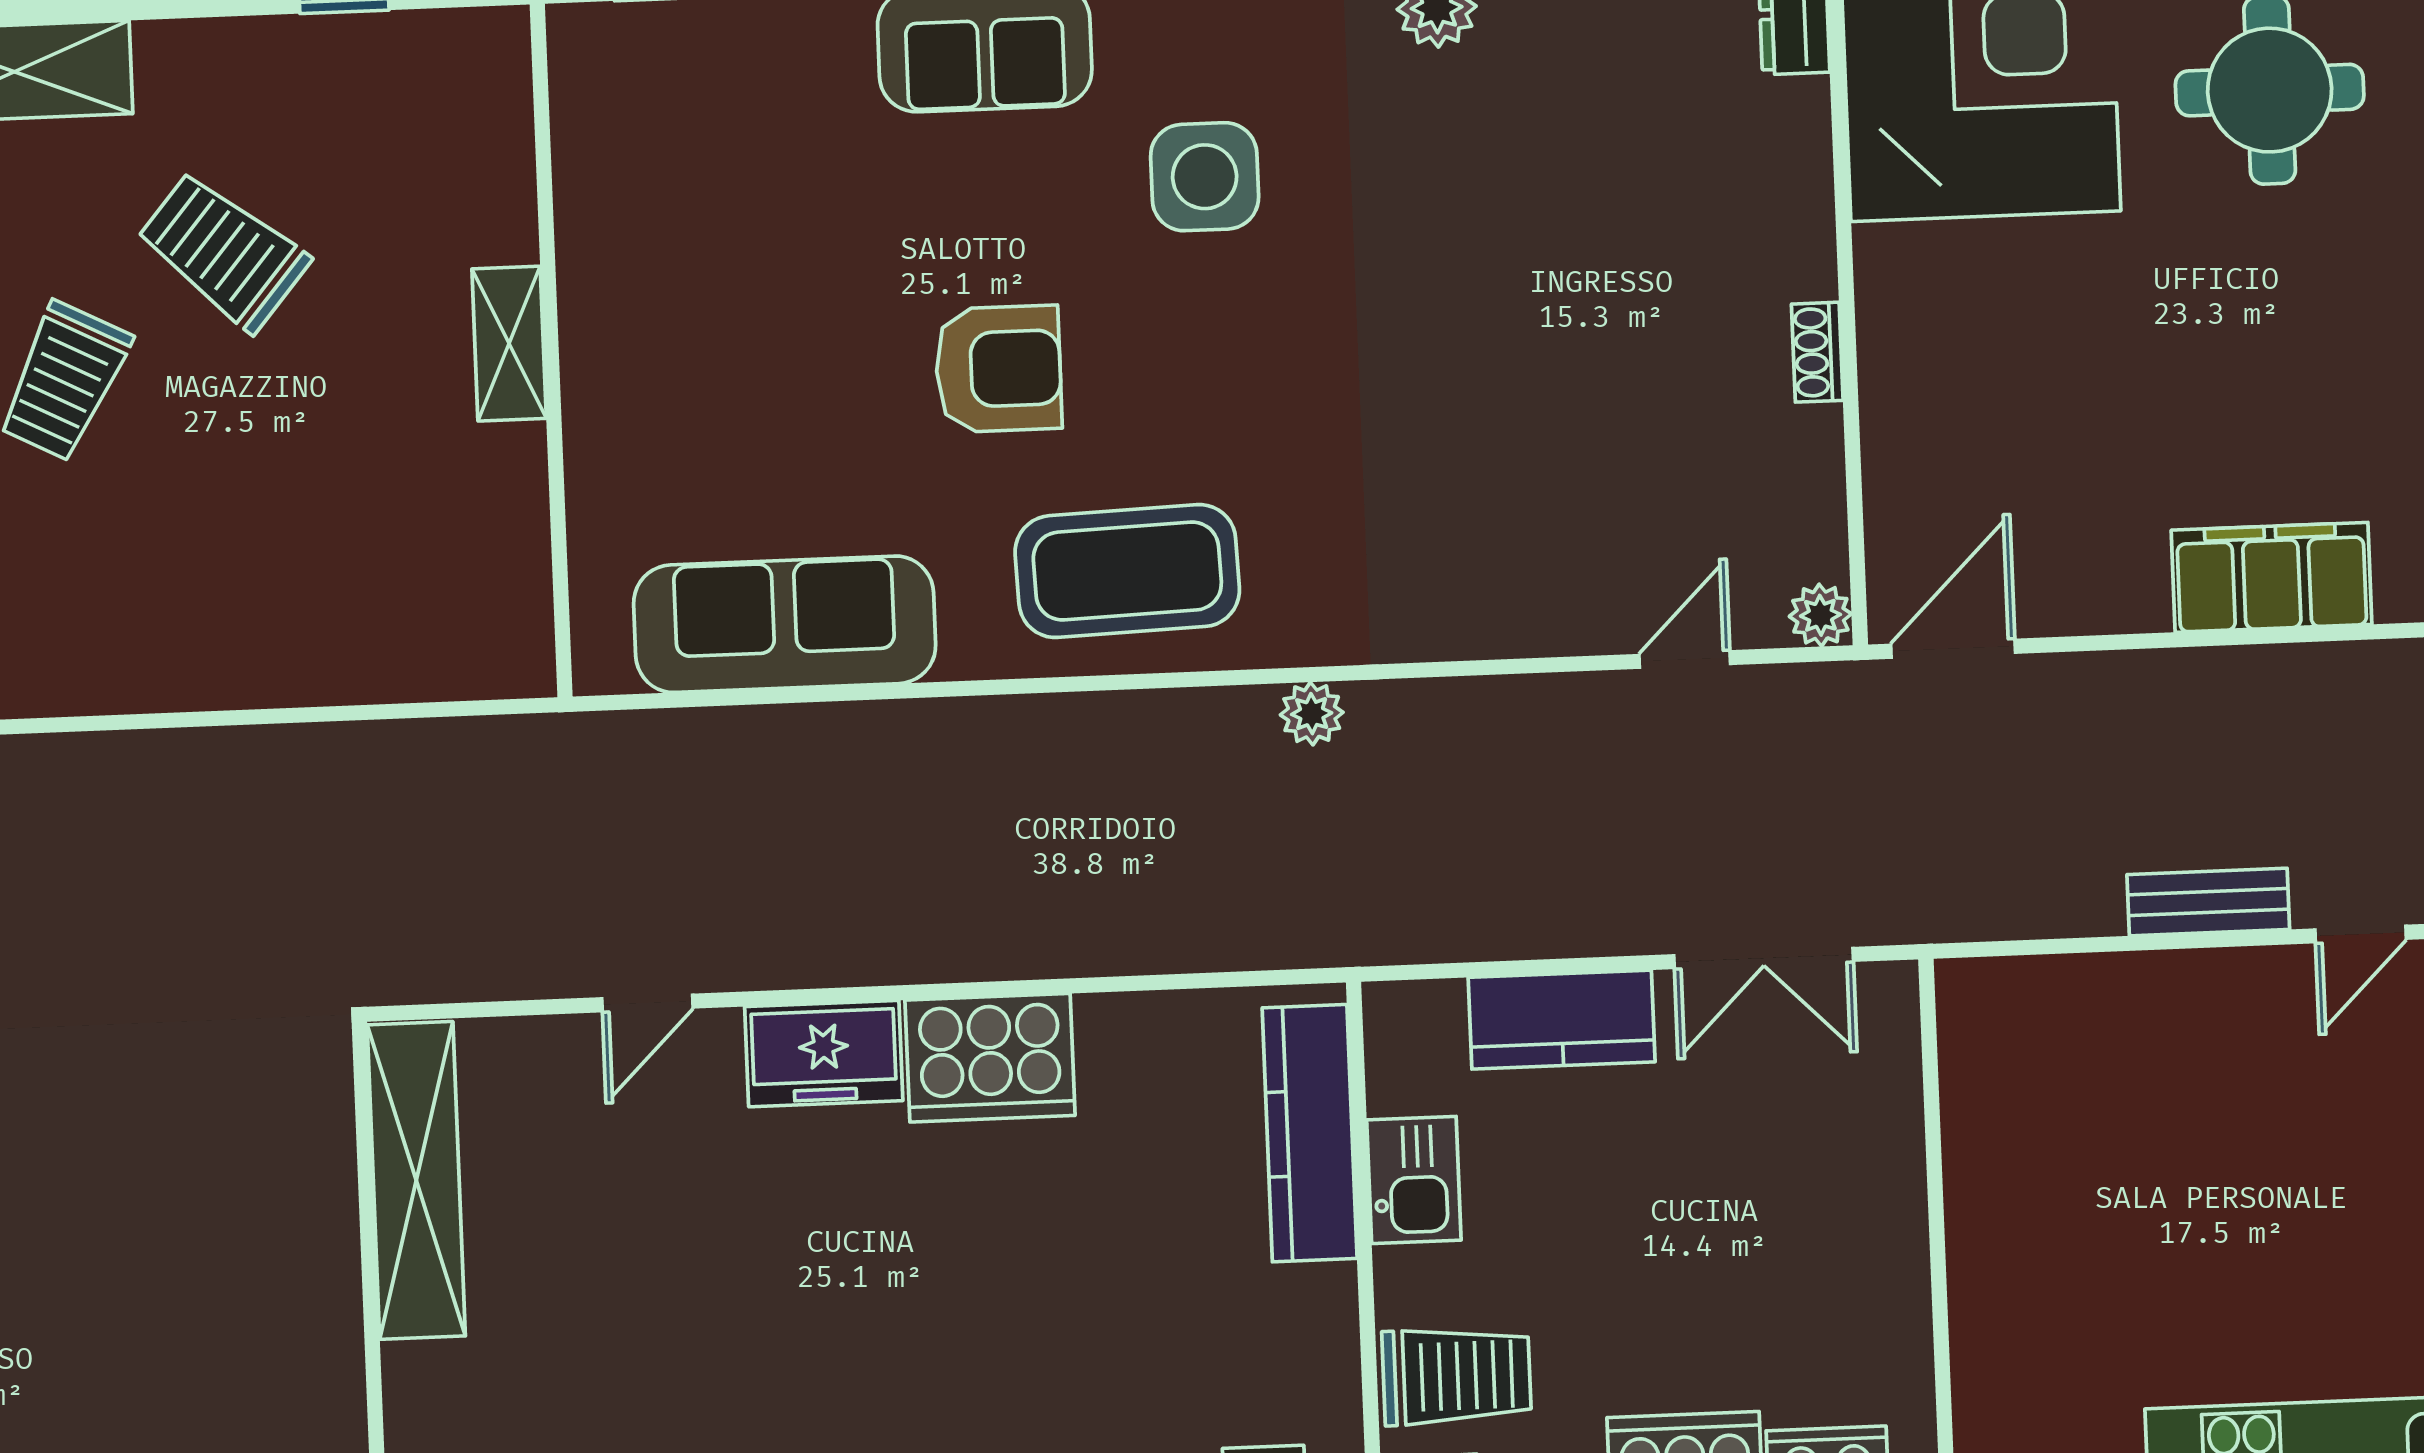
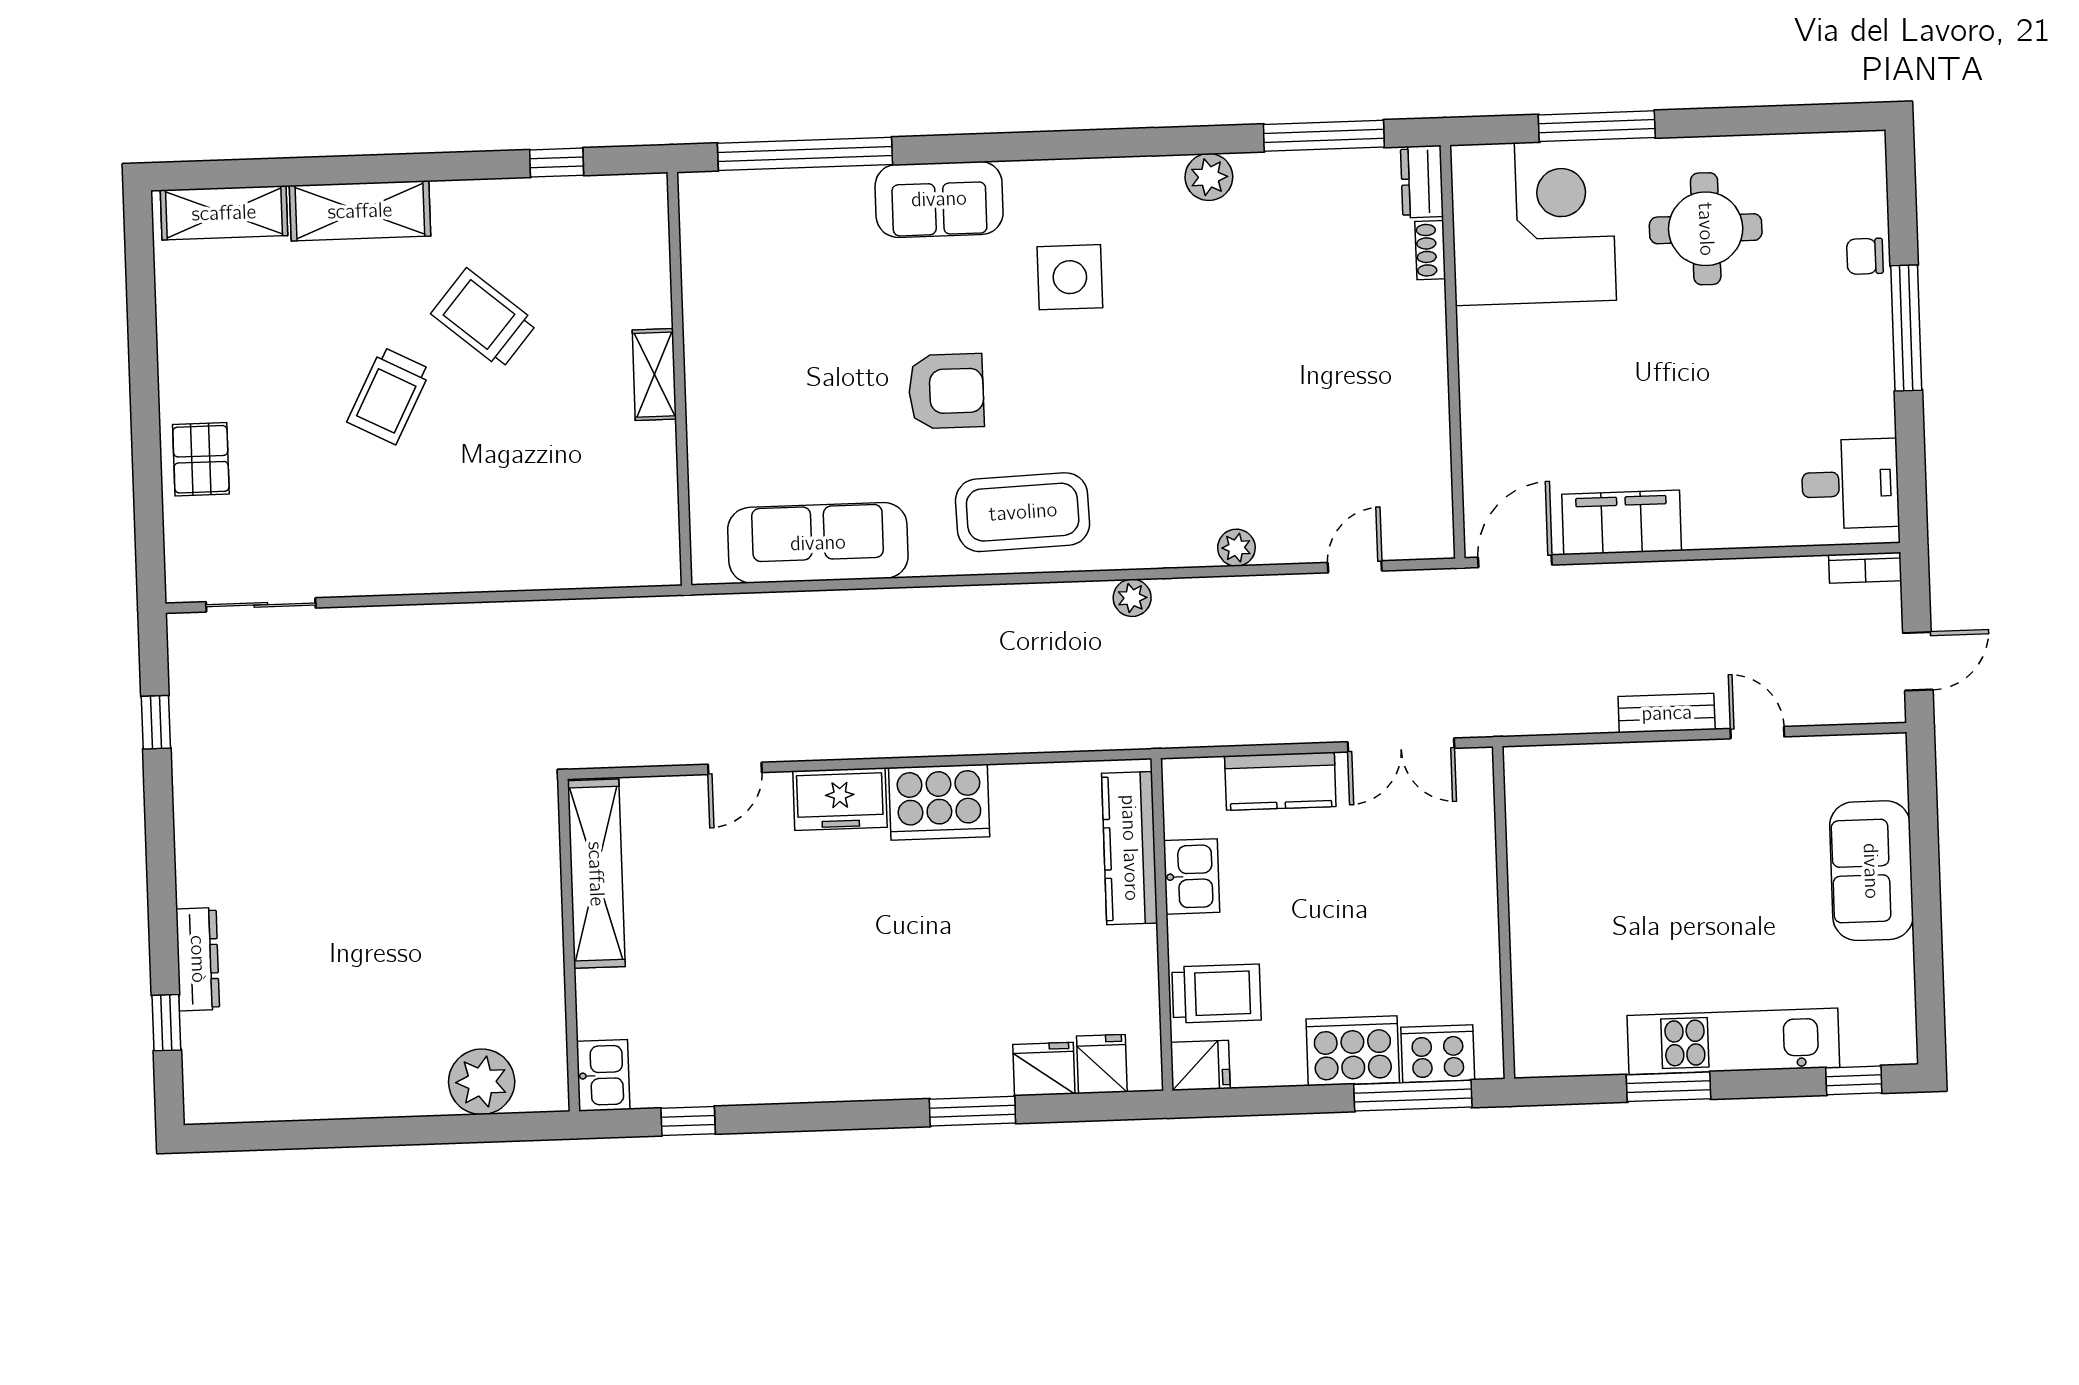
shoe rack: (1817, 352) -> (1430, 250), moved
filing cabinet: (2272, 577) -> (1622, 522), moved
plant: (1820, 615) -> (1236, 548), moved
door: (2361, 934) -> (1757, 733), swing flipped

